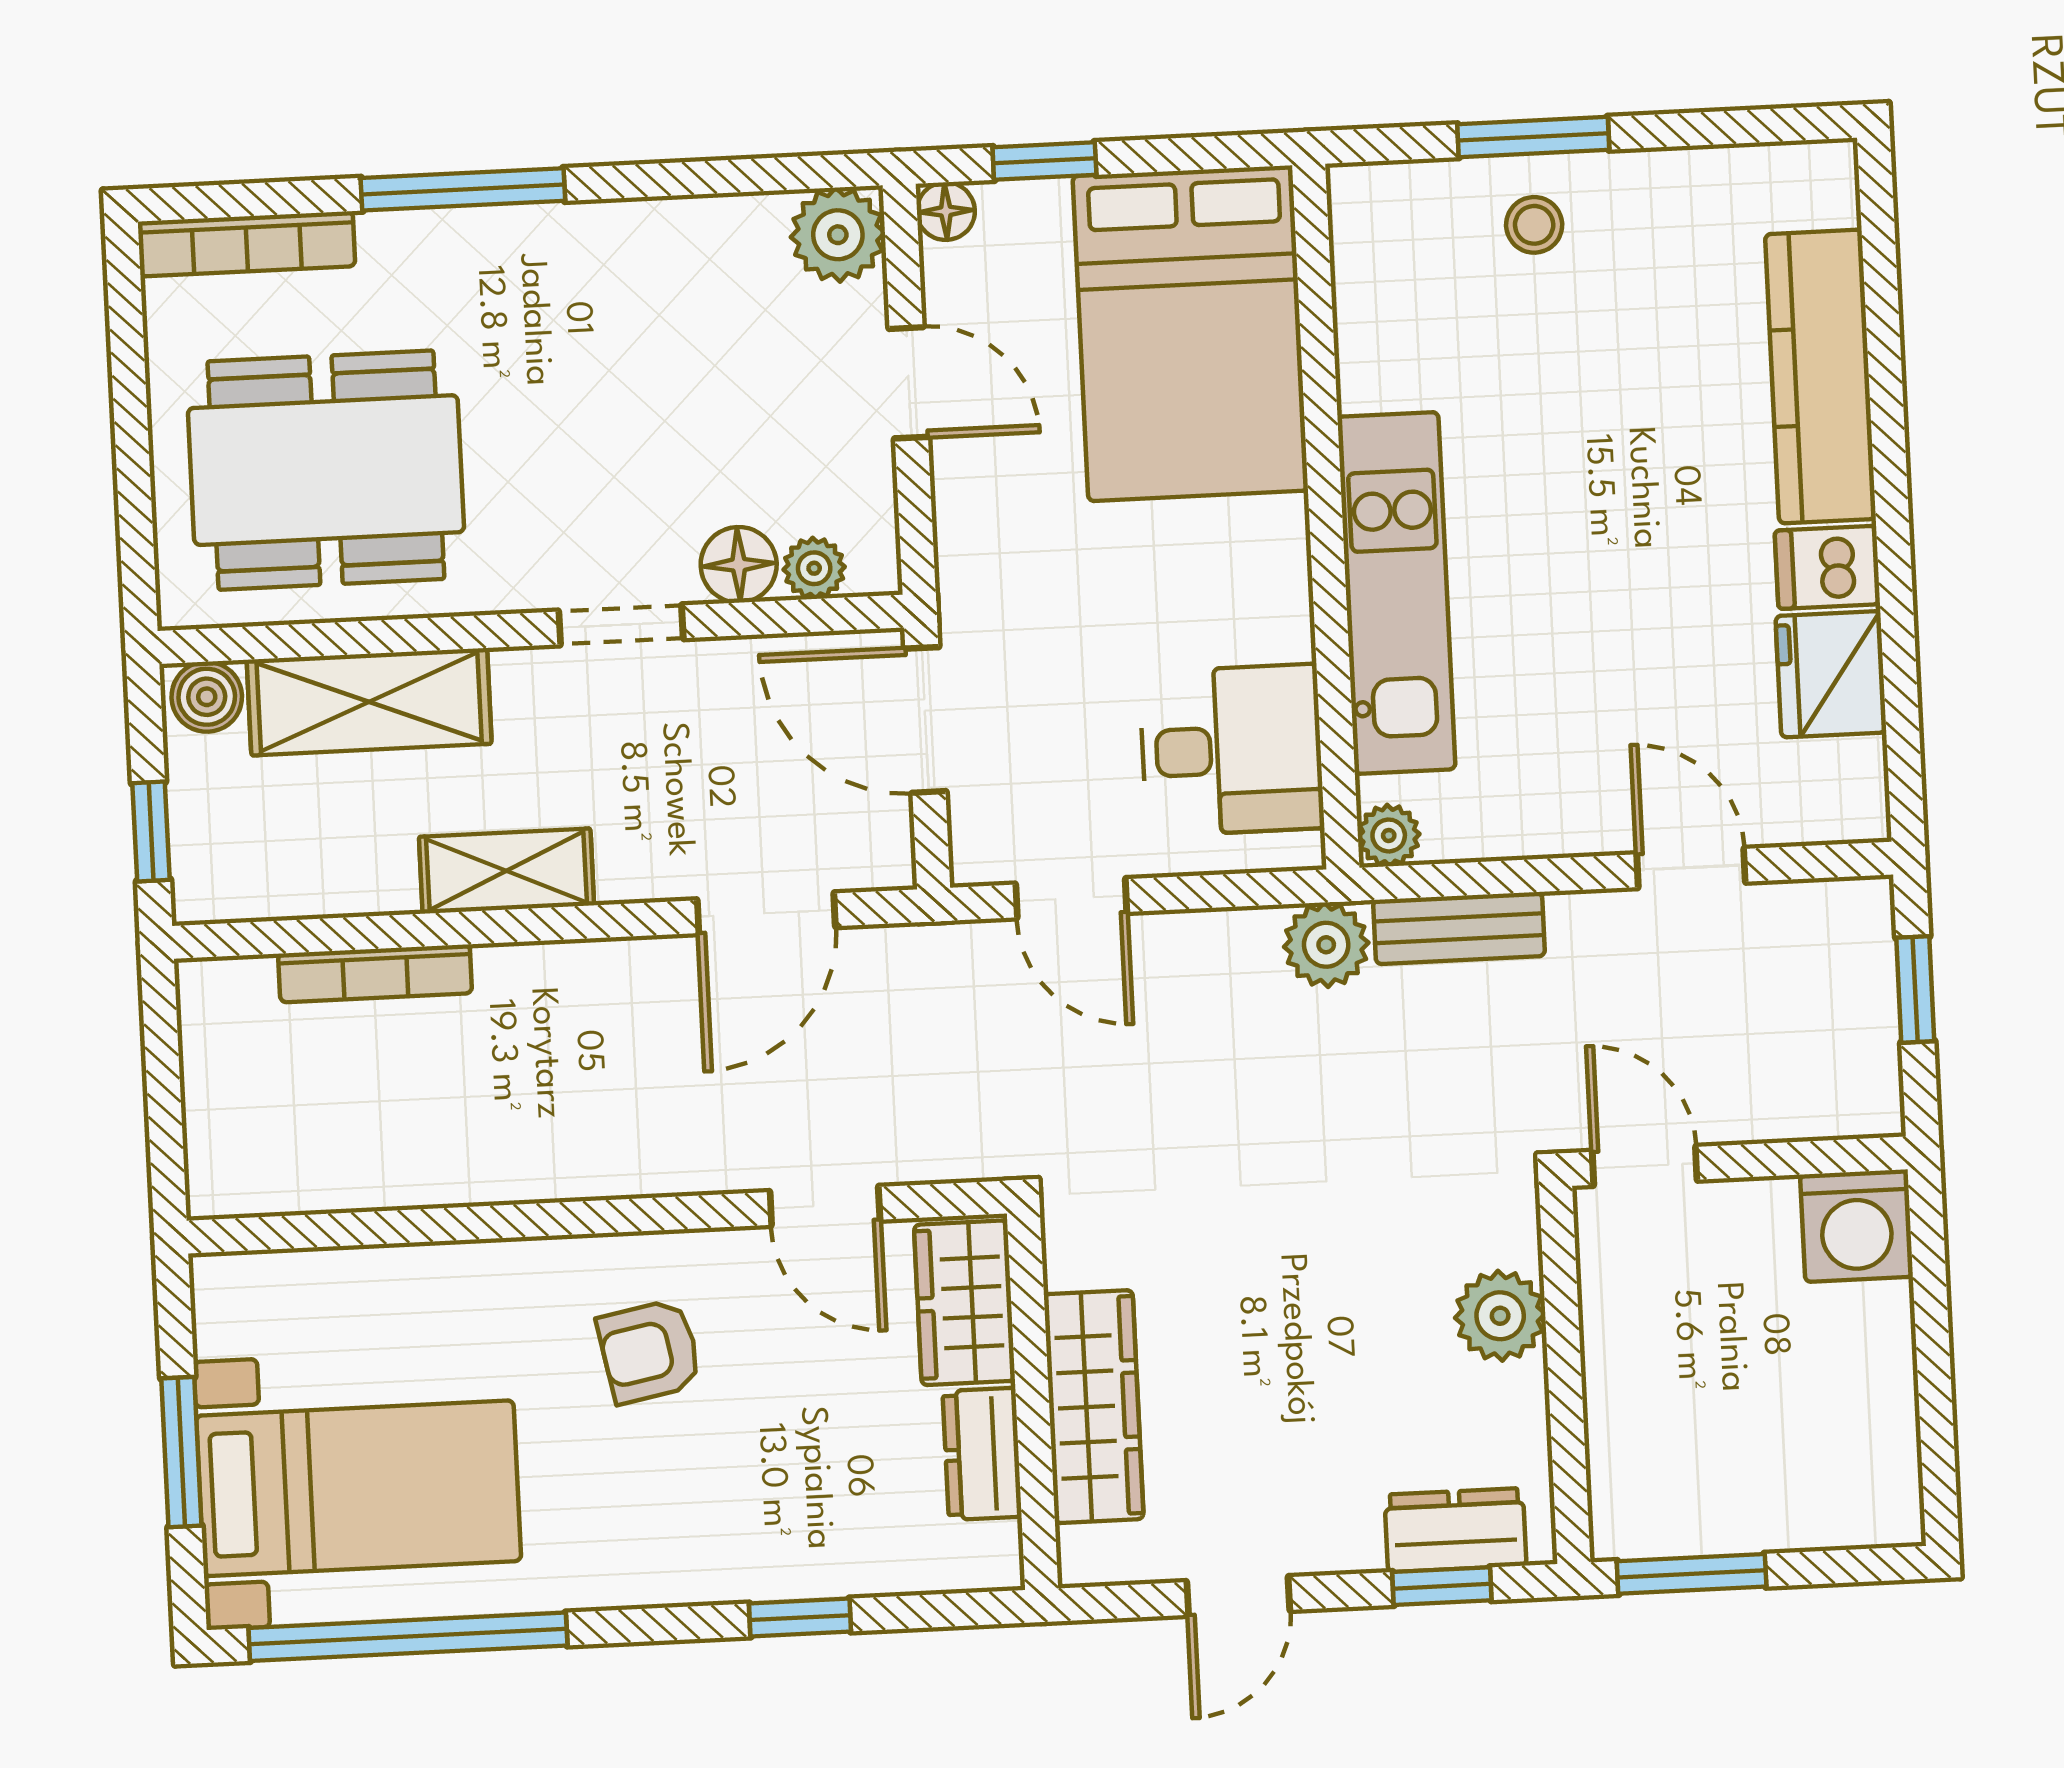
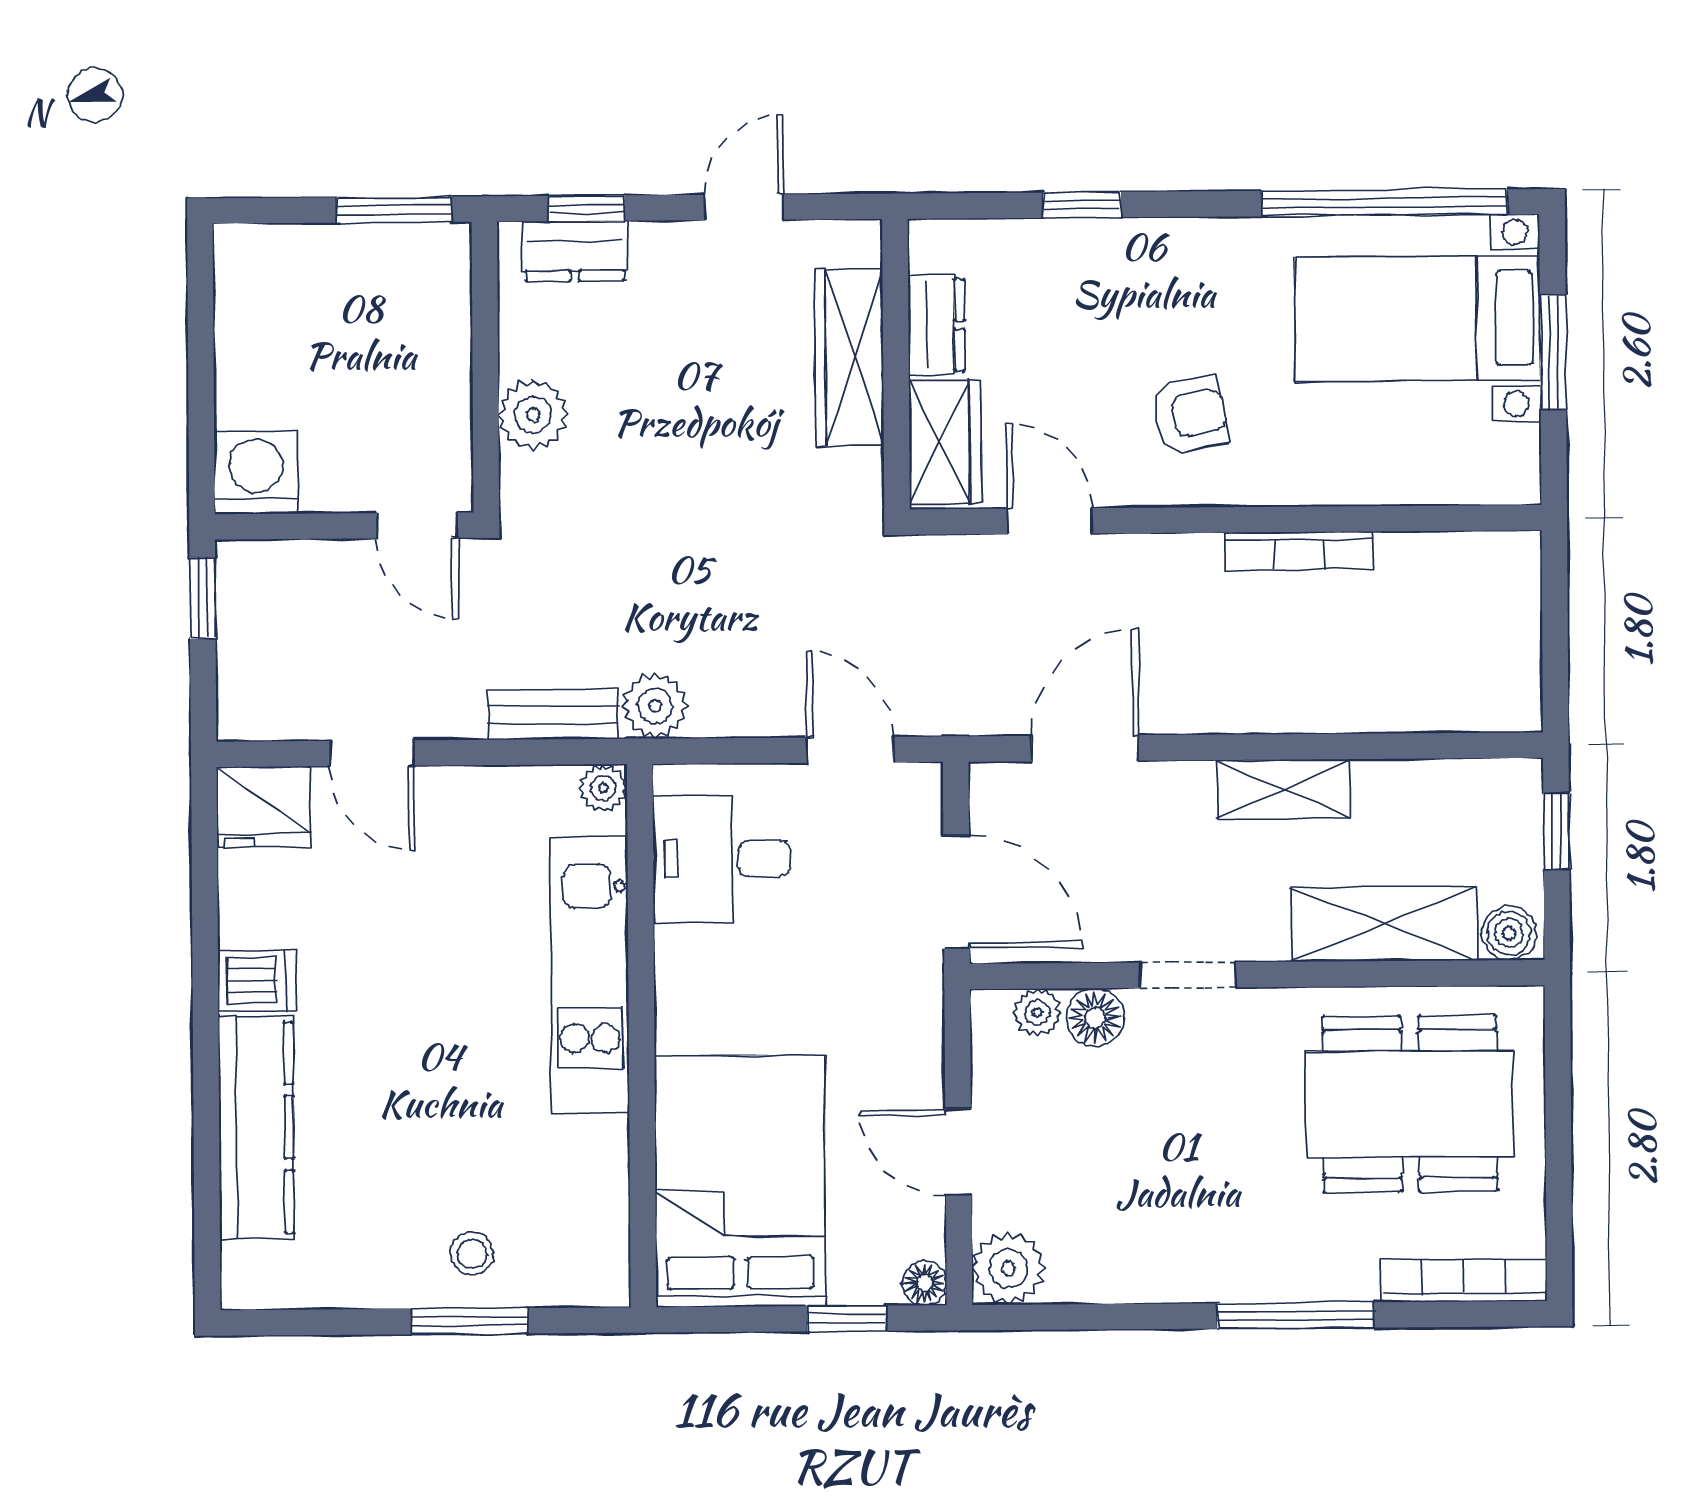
fridge: (1831, 674) -> (264, 807), moved, turned 90
bookcase: (375, 973) -> (1299, 551), moved, turned 180
window: (1915, 989) -> (203, 598), moved

